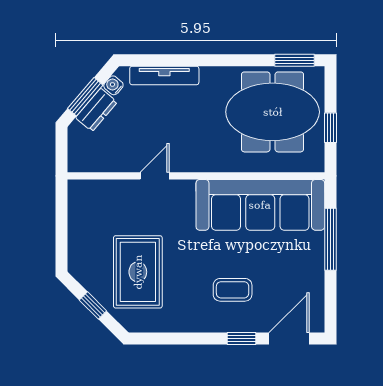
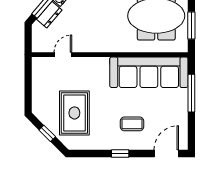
window: (330, 128) -> (191, 25), width x1.50
door: (155, 176) -> (63, 55), moved
window: (242, 339) -> (120, 153), moved

